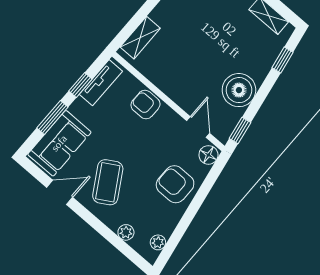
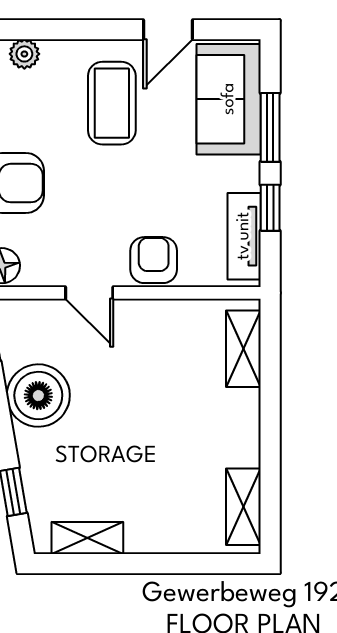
armchair: (145, 105) -> (154, 260), turned -90
door: (198, 127) -> (89, 293), moved
coffee table: (108, 182) -> (112, 103), turned 31

